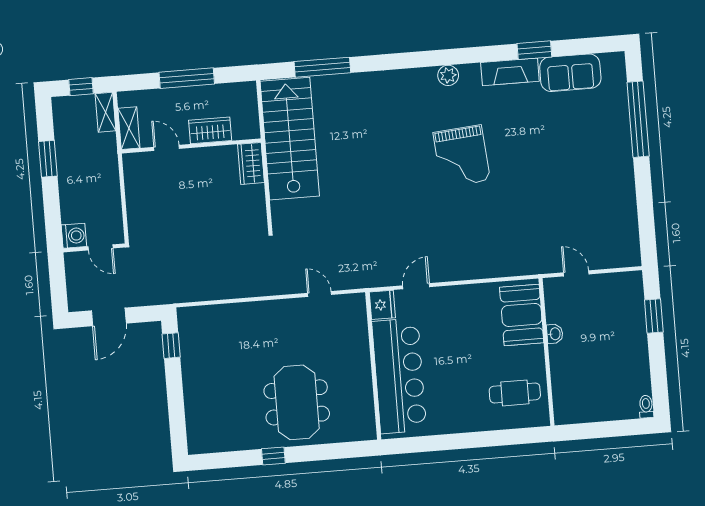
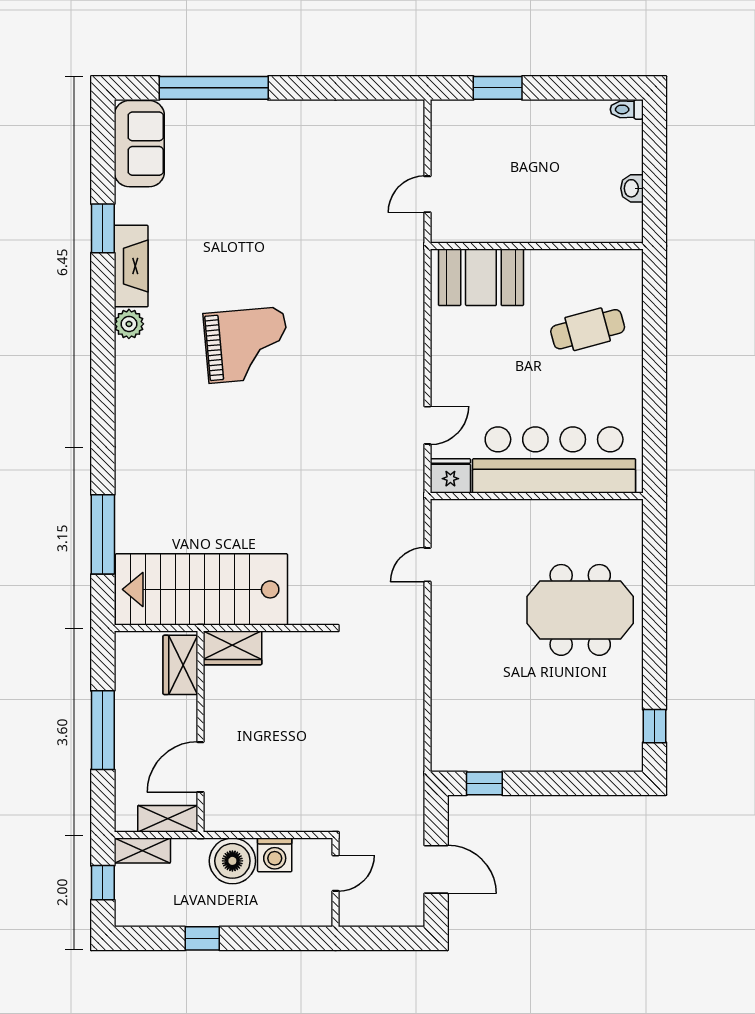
sofa: (570, 73) -> (139, 144), moved
plant: (448, 75) -> (129, 324), moved
wardrobe: (210, 130) -> (180, 665), moved
door: (167, 148) -> (200, 767), width x1.38
window: (48, 159) -> (202, 938), width x0.67
boiler: (103, 175) -> (232, 861), added
washing machine: (74, 236) -> (275, 855), moved, turned 180
door: (416, 286) -> (427, 425), swing flipped
washbasin: (555, 334) -> (632, 188), moved, turned -90
cafe table: (515, 393) -> (588, 329), moved, turned 75
window: (273, 456) -> (654, 726), moved

